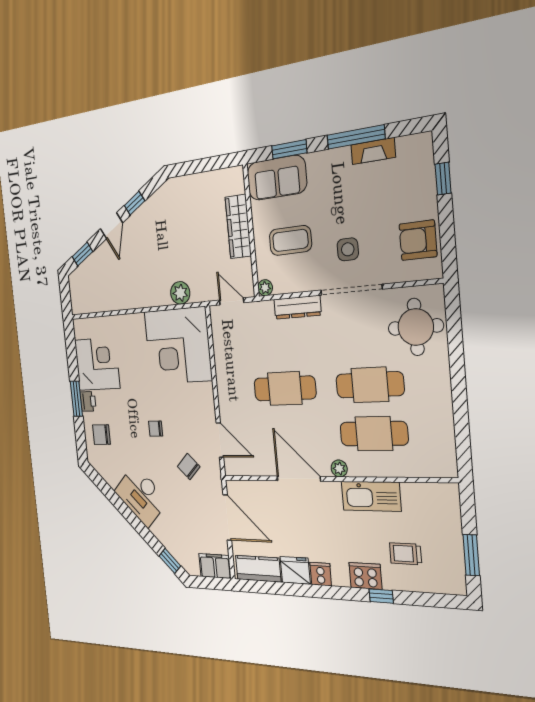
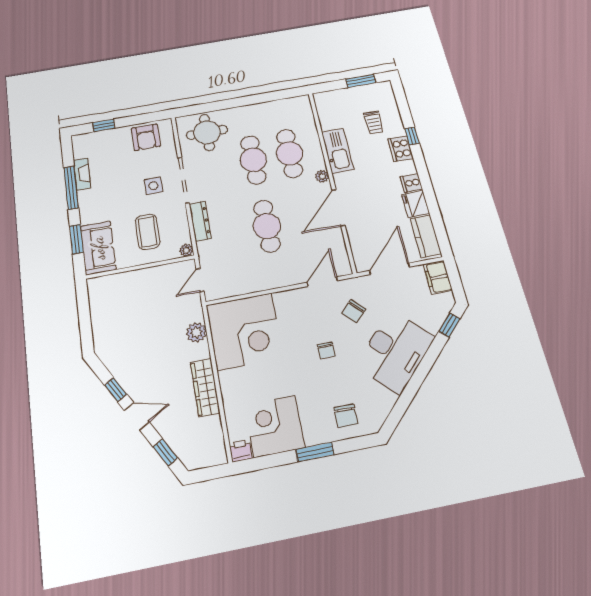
wardrobe: (238, 227) -> (205, 387), moved, turned 90
printer: (88, 401) -> (241, 451), moved
desk: (141, 496) -> (395, 351), width x1.36, depth x1.30

